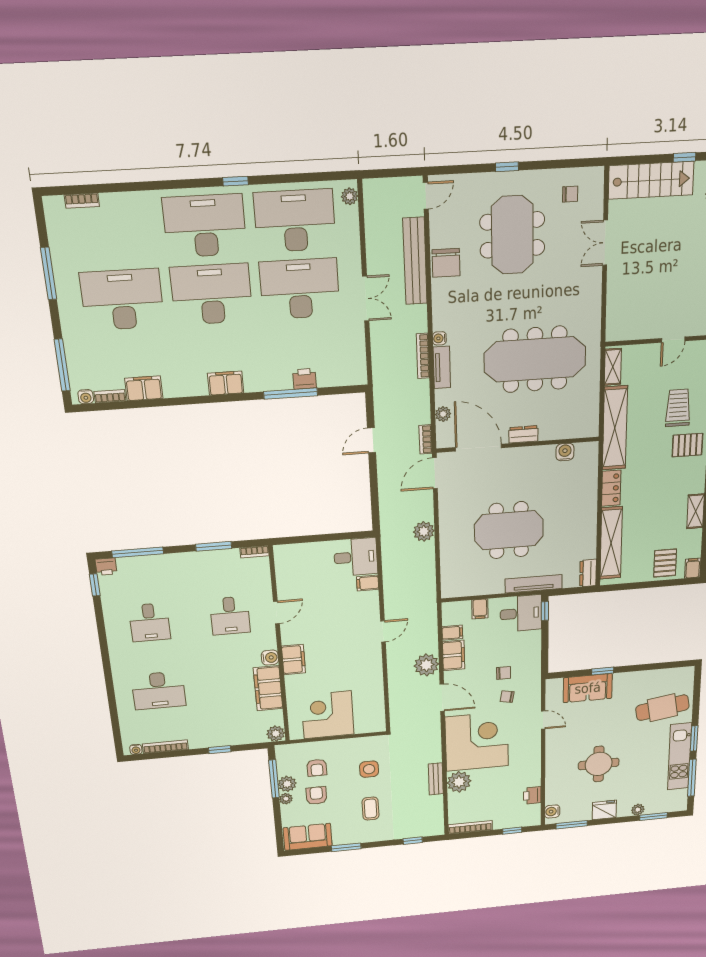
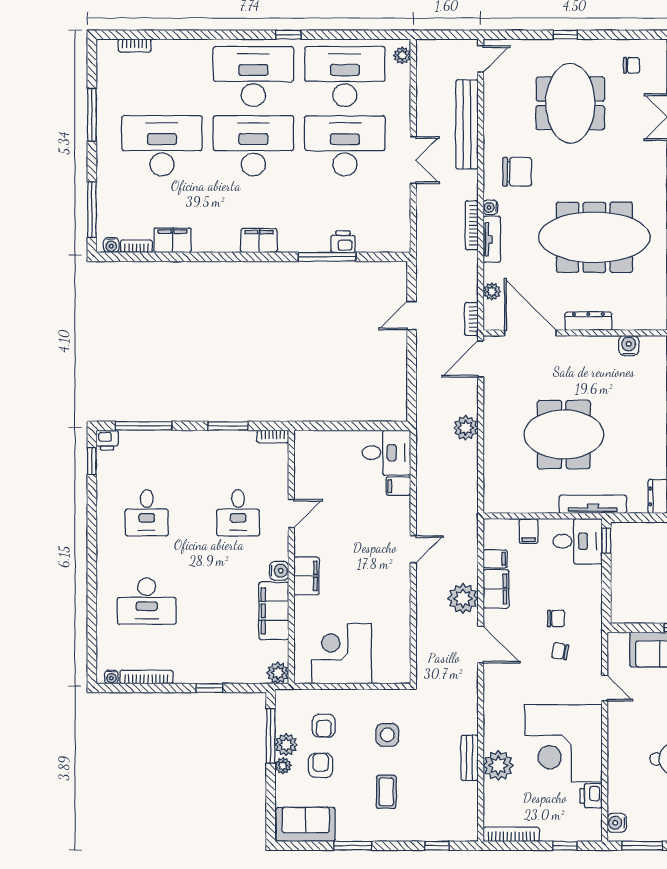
chair: (446, 263) -> (517, 172), moved, turned -90
dresser: (523, 434) -> (588, 321), width x1.44
corner desk: (477, 741) -> (563, 743), moved, turned 180

